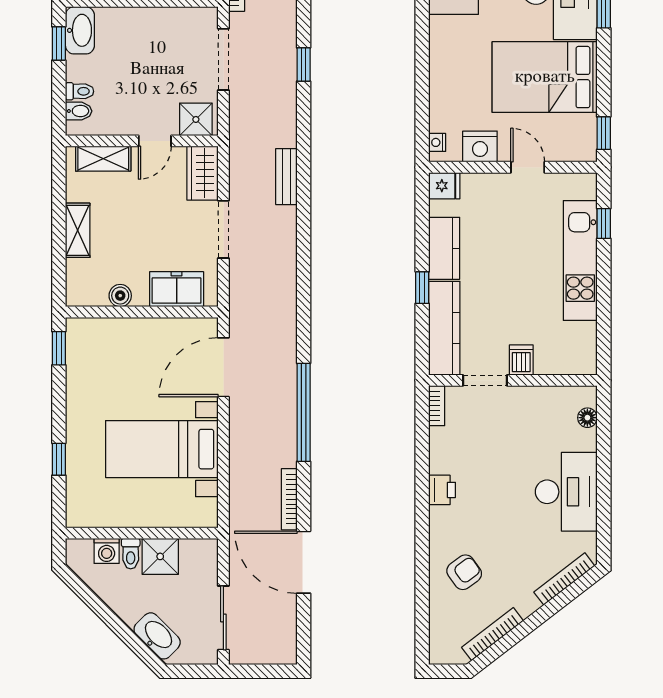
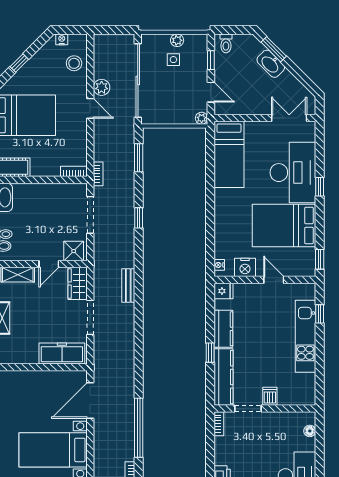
freezer: (177, 289) -> (62, 353), width x1.40
boiler: (120, 296) -> (28, 357), removed

